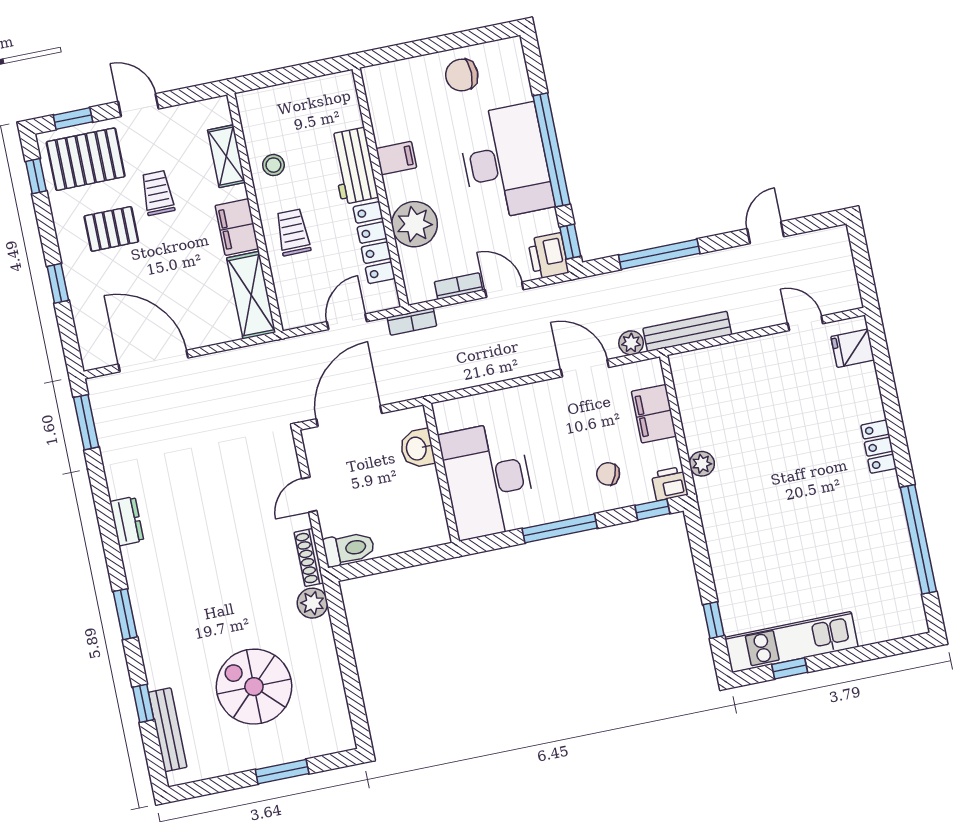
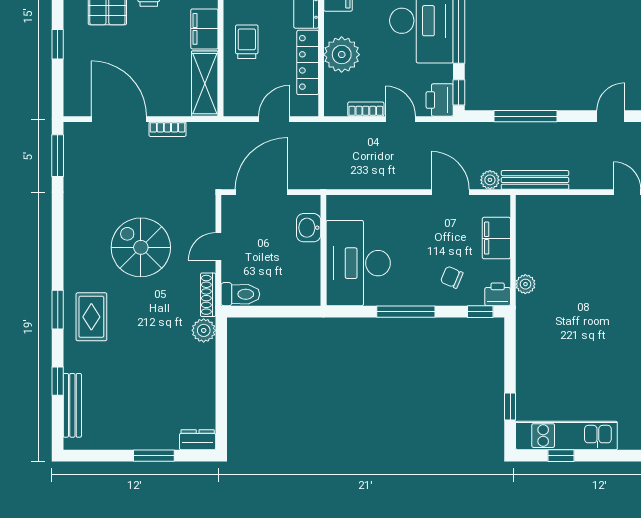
bookcase: (412, 322) -> (167, 129), moved
dresser: (127, 521) -> (198, 440), moved, turned -90
rug: (169, 615) -> (91, 317), added
spiral stairs: (254, 687) -> (141, 247), moved

